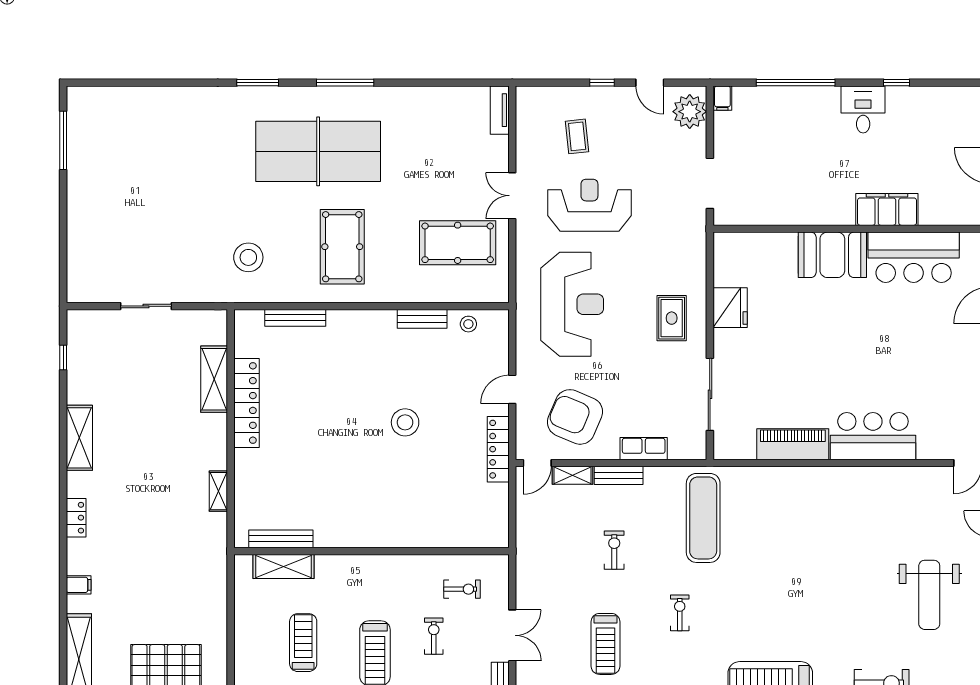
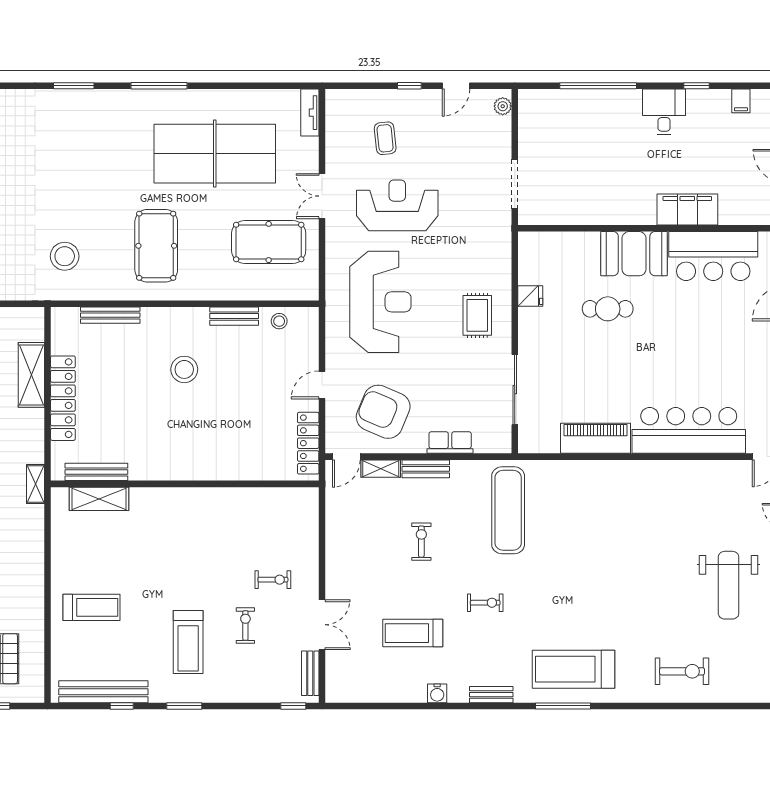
door: (650, 83) -> (456, 86), hinge flipped
filing cabinet: (722, 98) -> (741, 101), moved
plant: (690, 112) -> (503, 106), width x0.53, depth x0.53
table tennis table: (318, 151) -> (215, 154), moved
fridge: (730, 308) -> (530, 296), width x0.53, depth x0.75
cafe table: (805, 311) -> (608, 309), added
stool: (405, 422) -> (184, 369), moved
bar counter: (873, 436) -> (689, 430), width x1.36
bench: (281, 539) -> (96, 472), moved
wall: (371, 551) -> (185, 484), moved
shelving: (284, 566) -> (99, 499), moved
exercise bike: (680, 613) -> (485, 603), turned 90
treadmill: (303, 643) -> (92, 607), moved, turned 90
treadmill: (605, 644) -> (413, 633), turned 90

